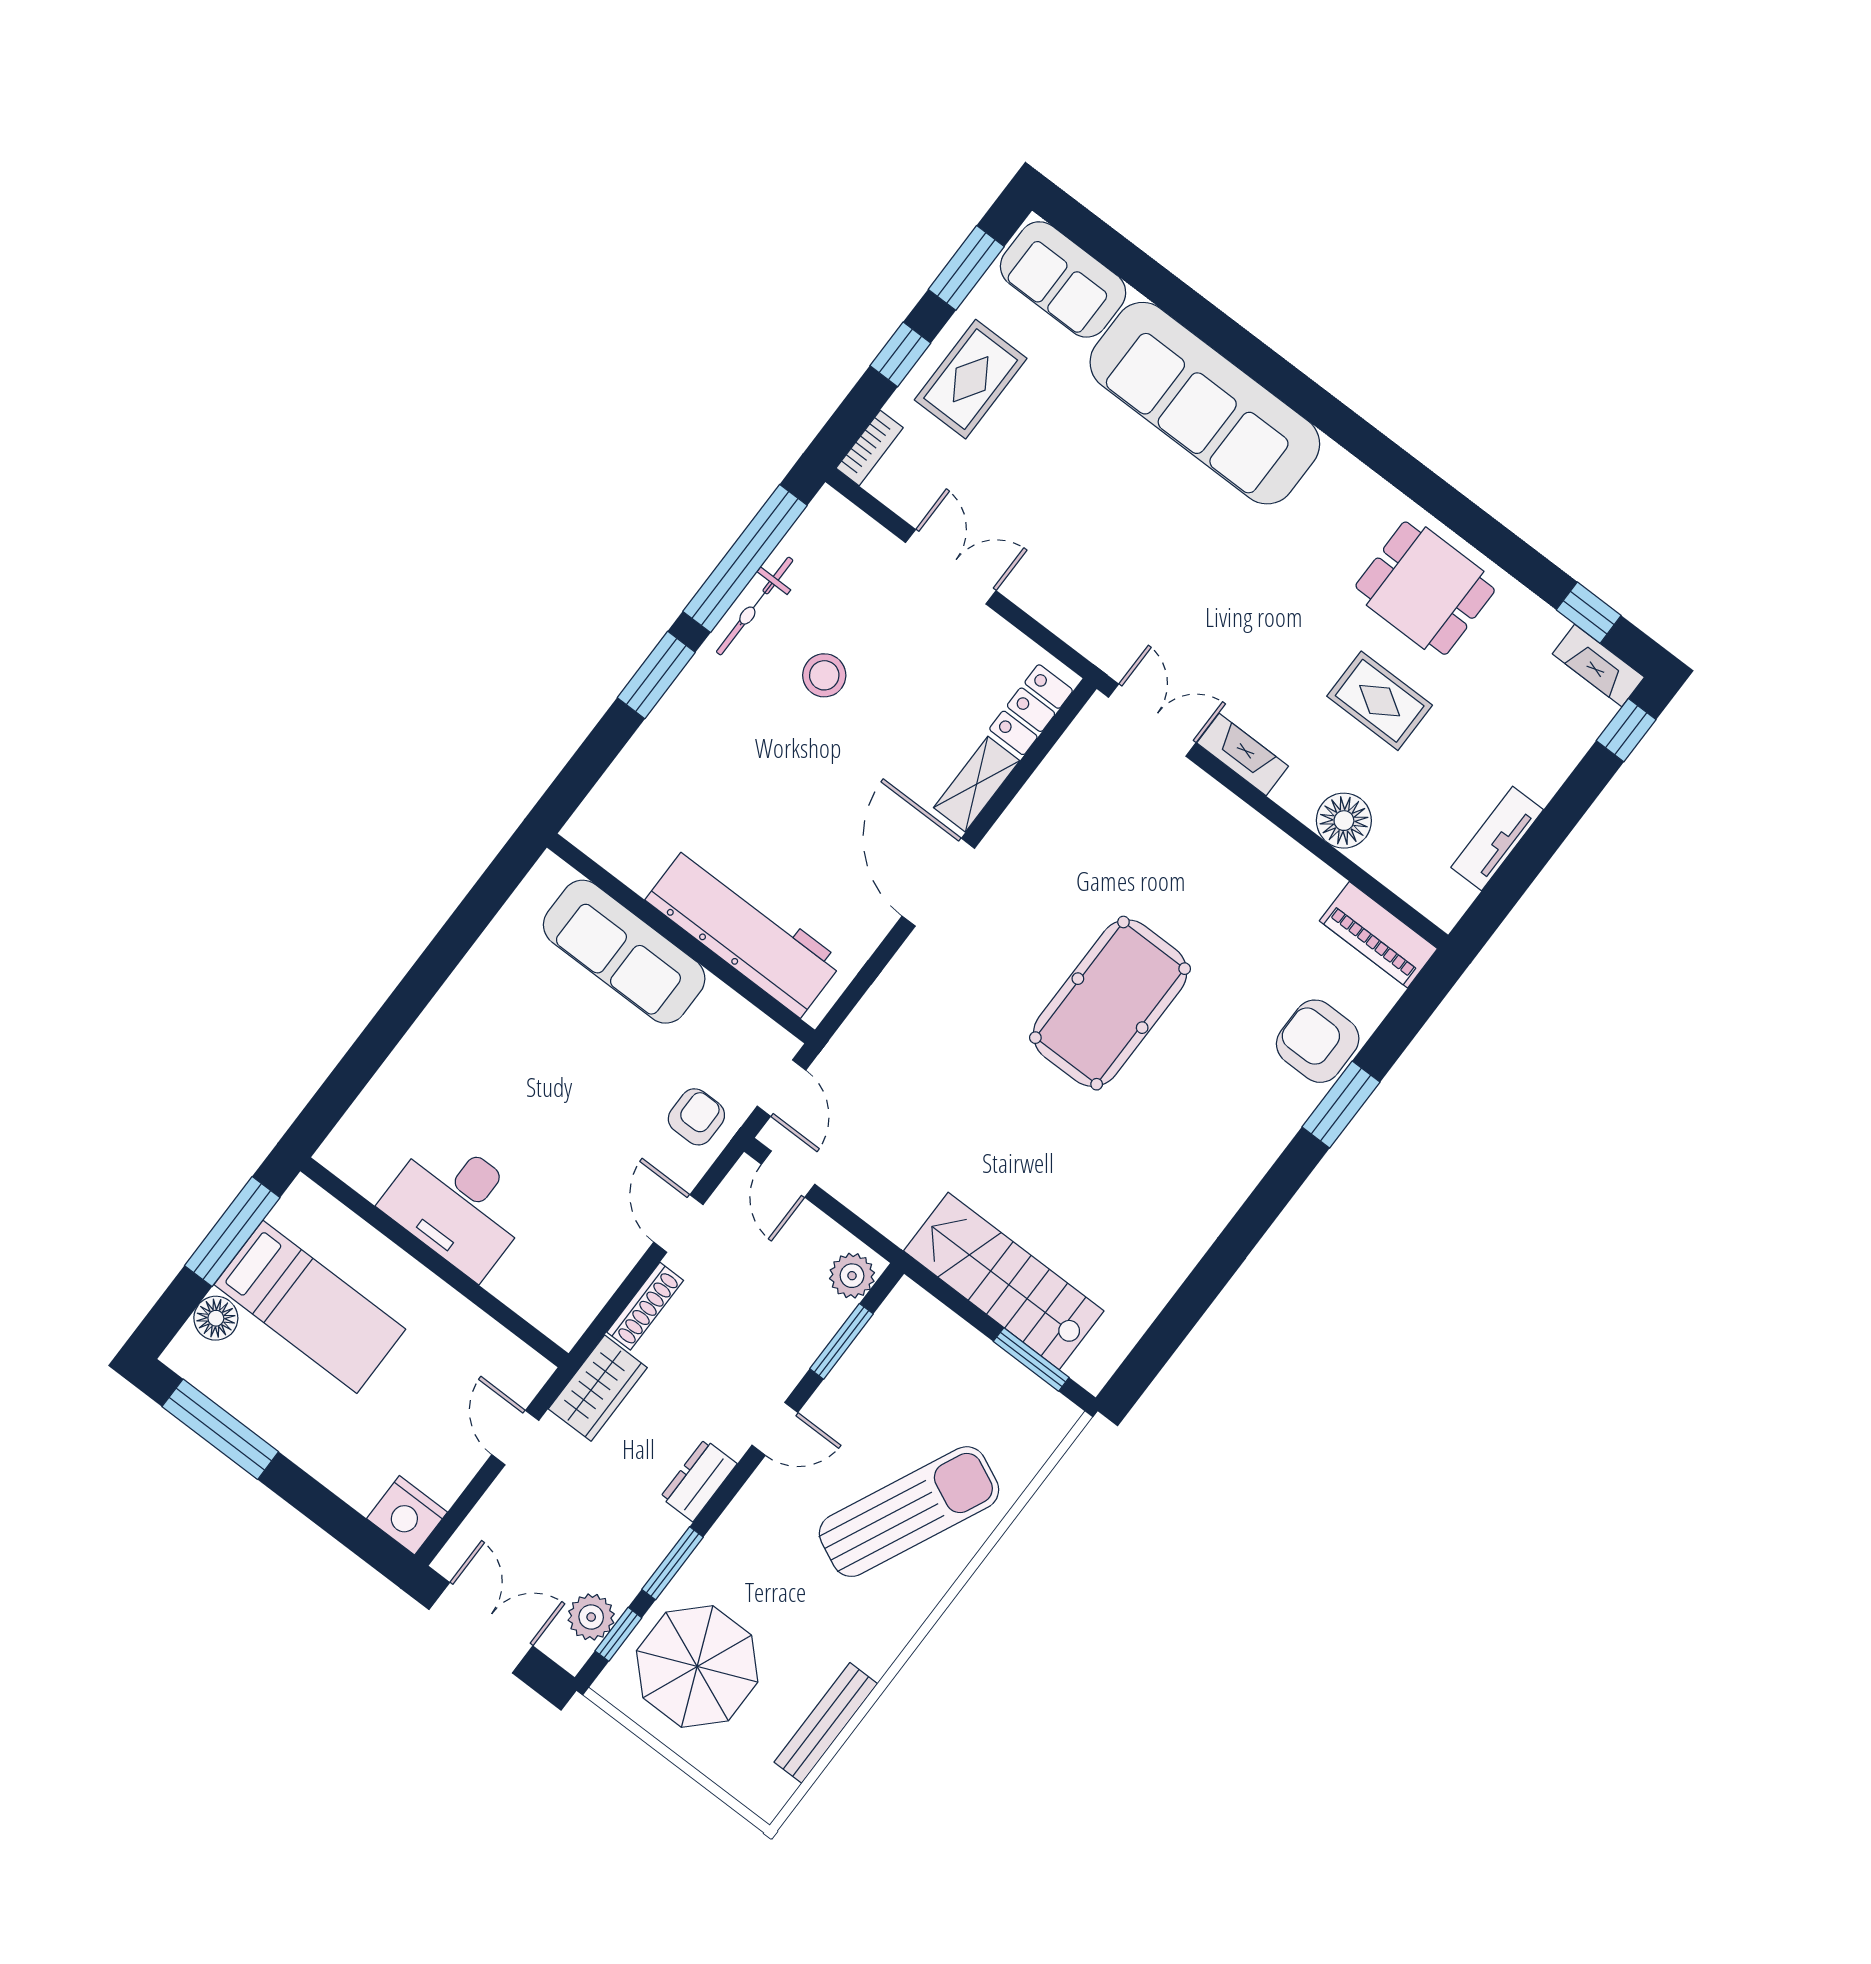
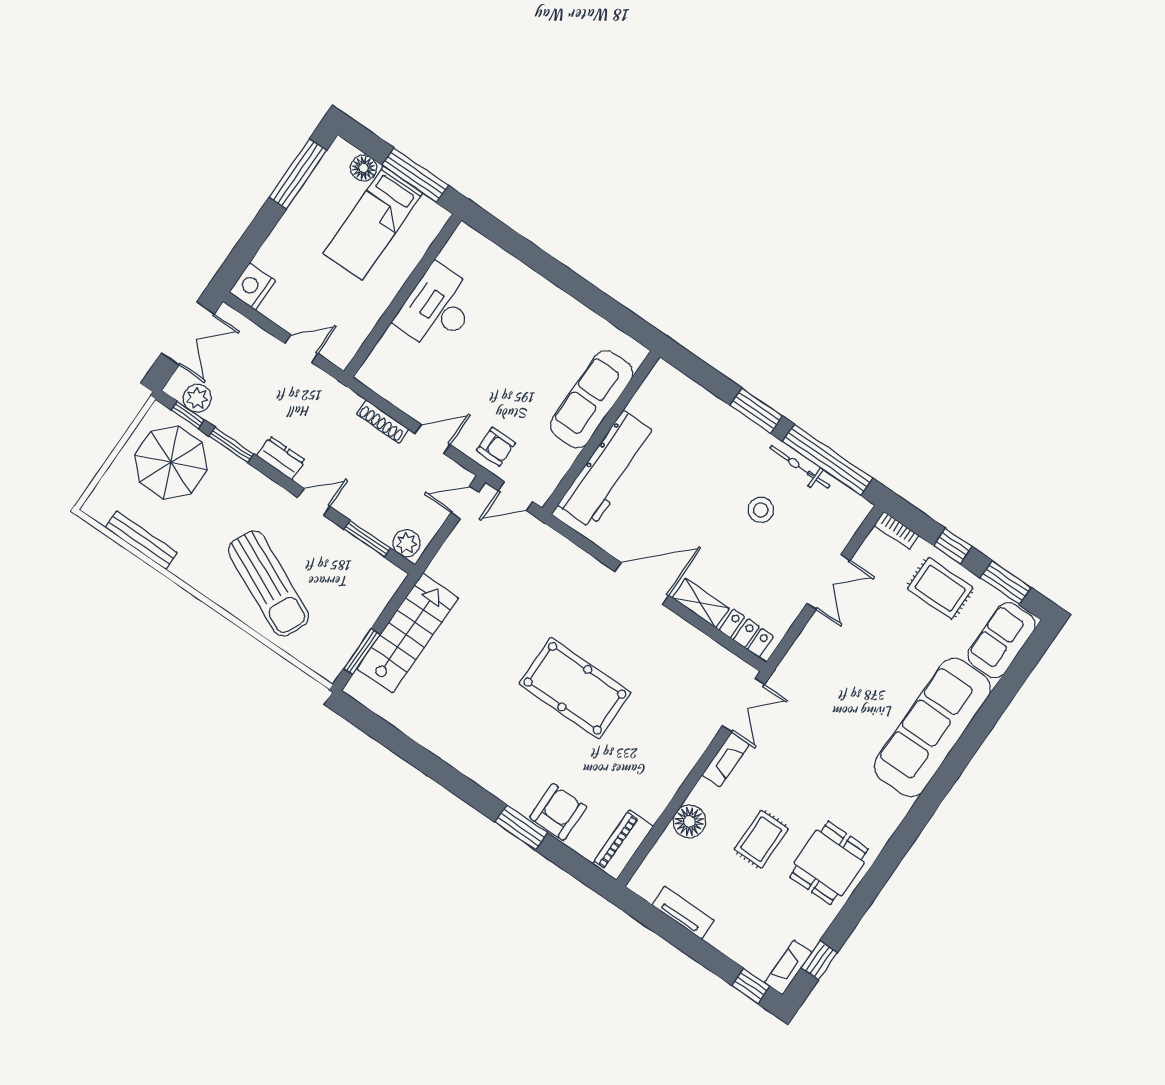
wardrobe: (598, 1388) -> (333, 396), removed
door: (775, 1429) -> (314, 502), swing flipped

